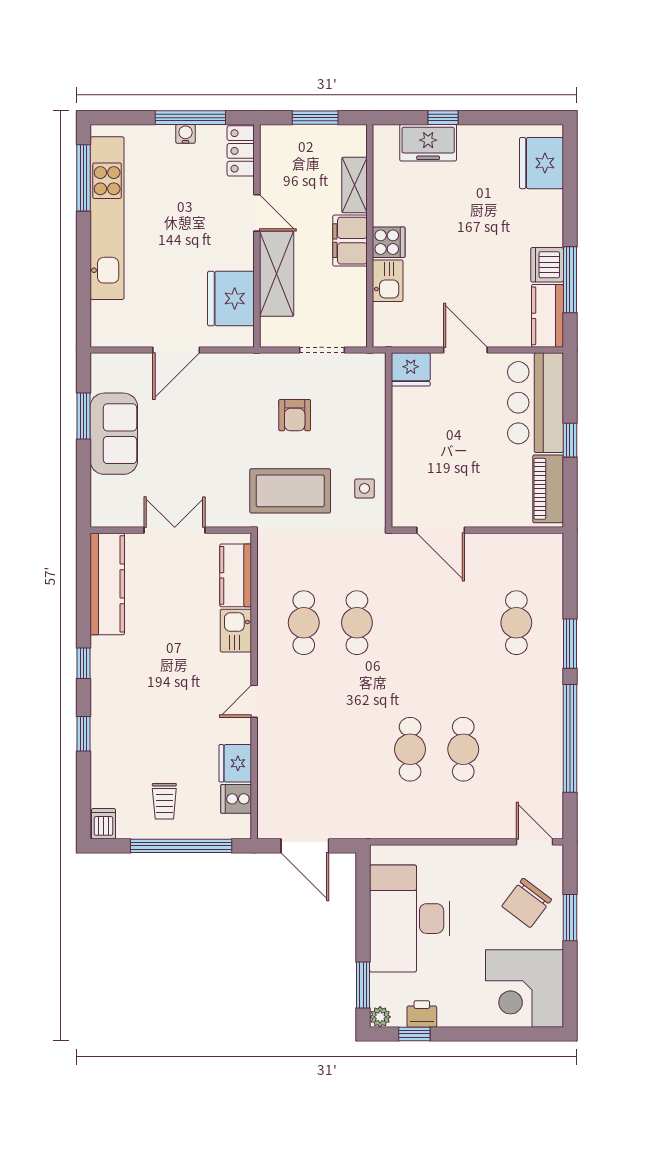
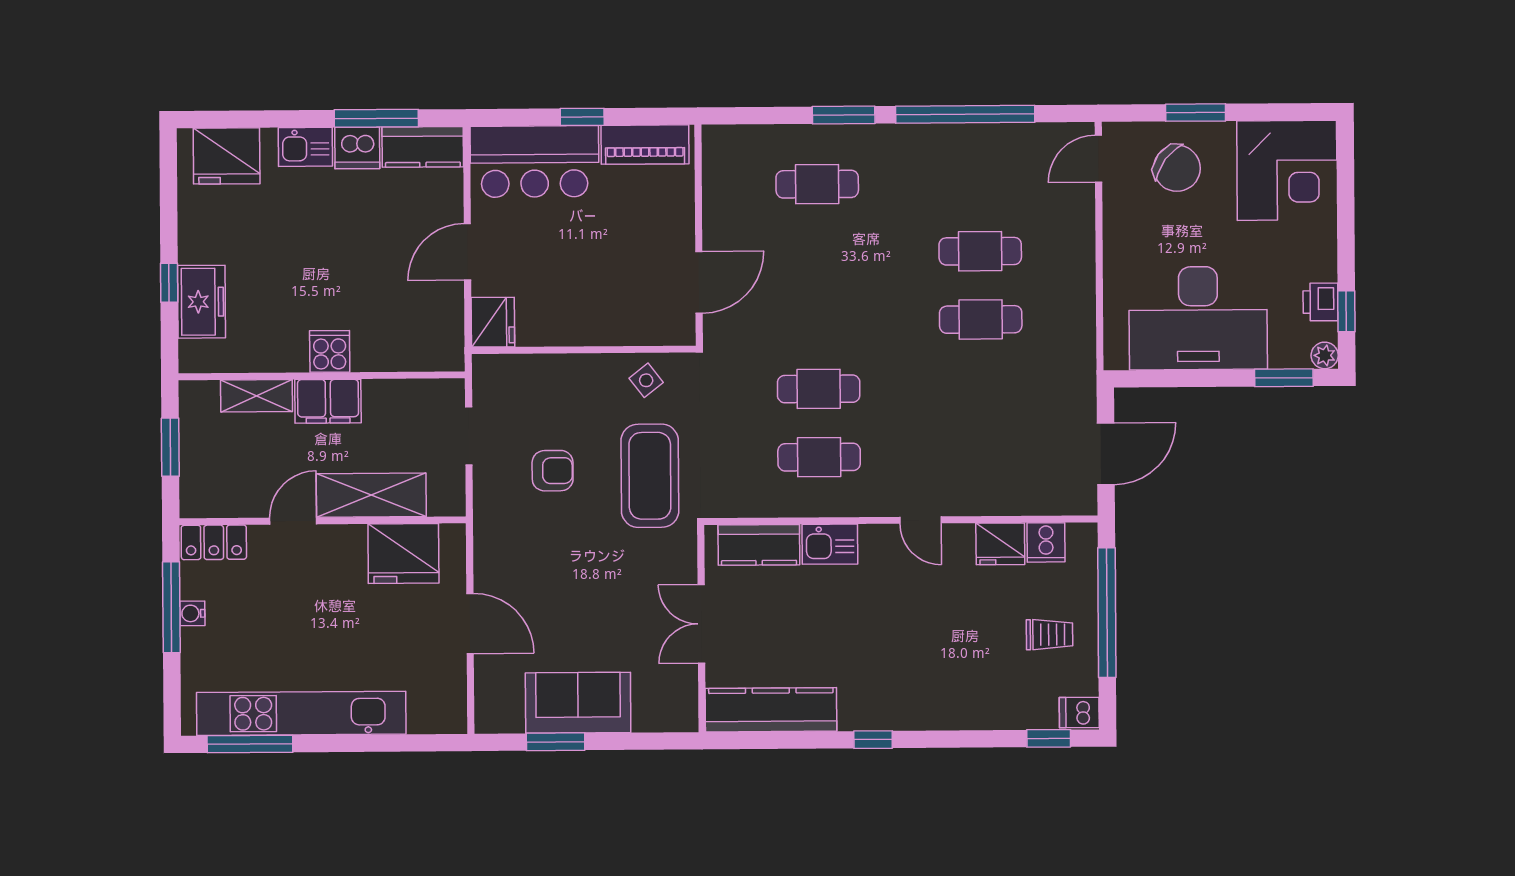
kitchen sink: (388, 281) -> (305, 147), moved, turned 180
side table: (364, 488) -> (646, 380), turned -38
window: (84, 734) -> (1049, 738), moved

